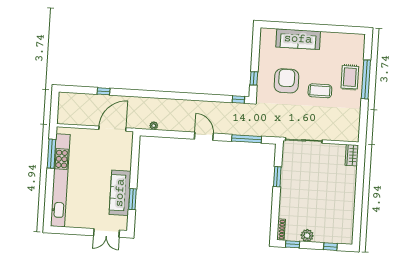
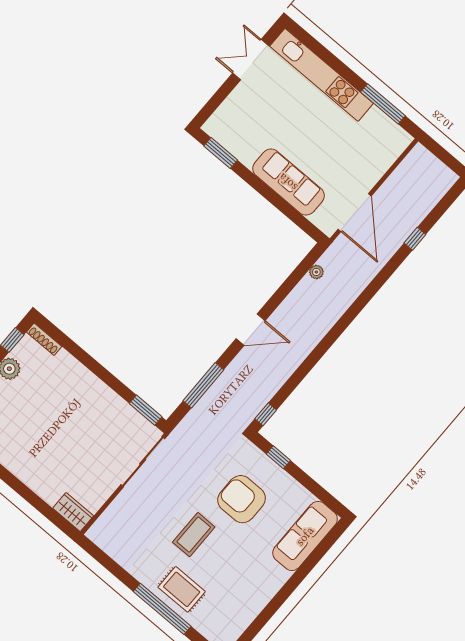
sofa: (298, 39) -> (305, 536), moved
armchair: (286, 81) -> (242, 499), turned 180
window: (277, 177) -> (146, 410), moved
kitchen unit: (60, 180) -> (322, 75), width x0.73
sofa: (120, 193) -> (288, 182), moved
window: (132, 199) -> (221, 153), moved
double door: (106, 233) -> (251, 60), moved

